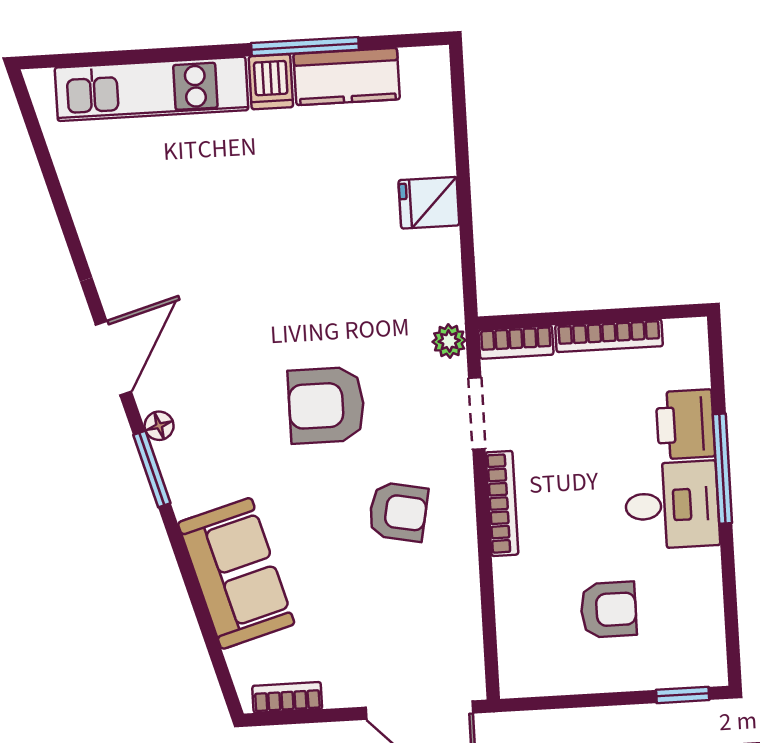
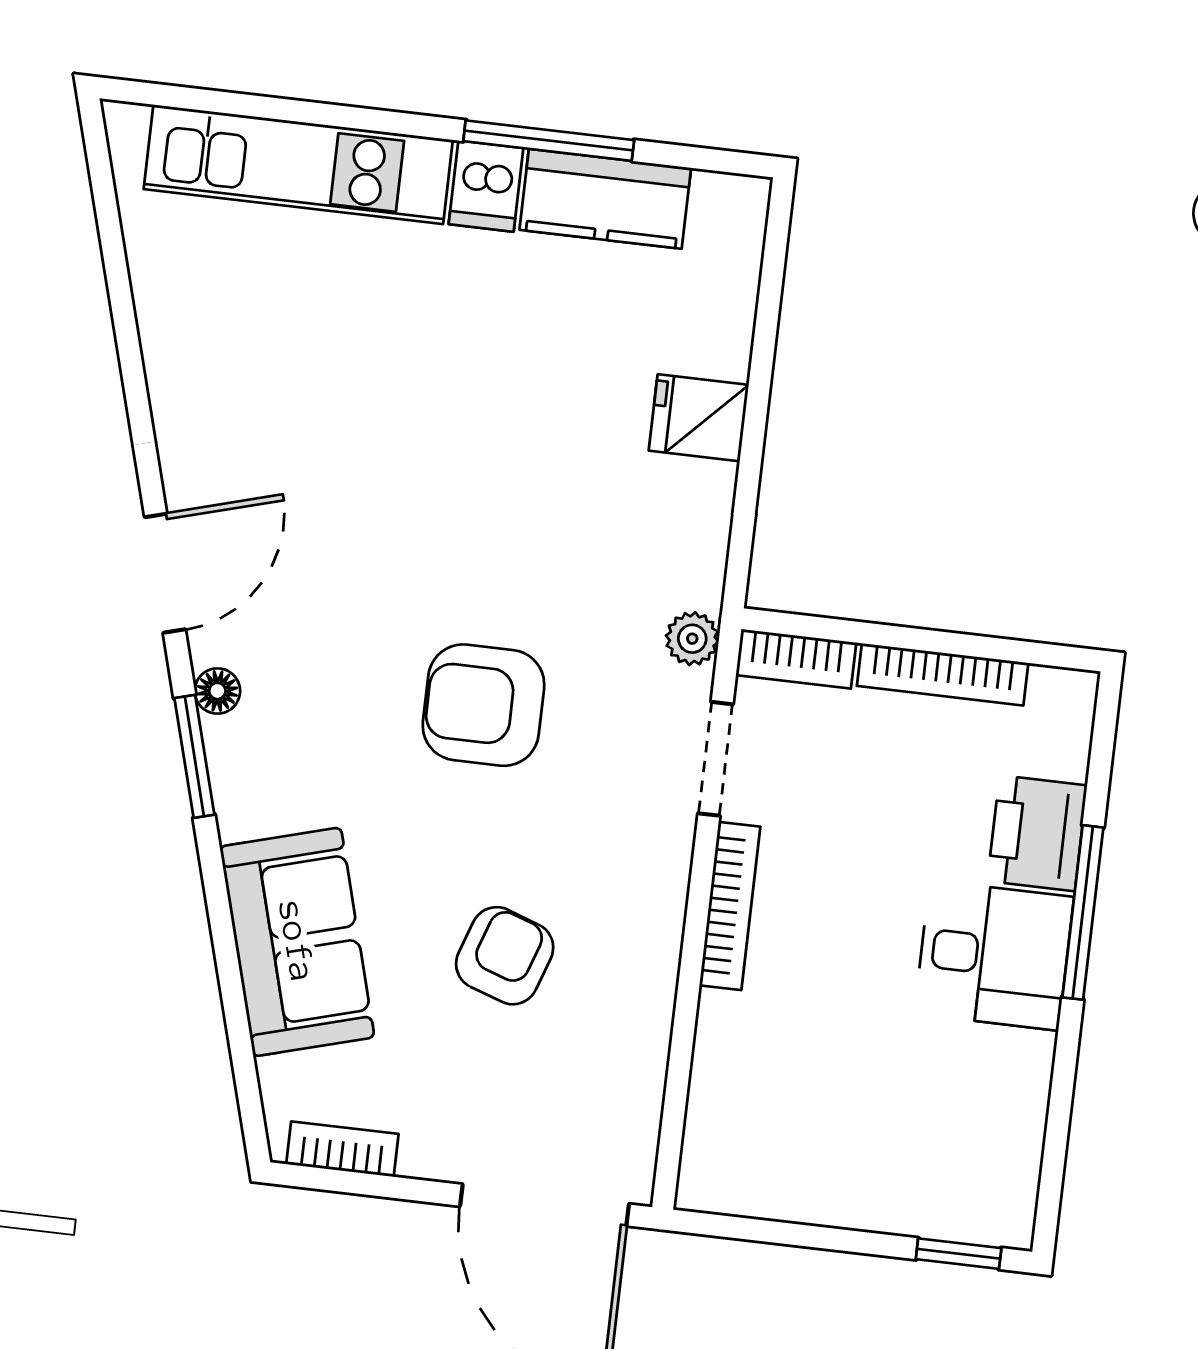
armchair: (398, 512) -> (505, 956), moved, turned -82
armchair: (609, 610) -> (867, 1101), removed

